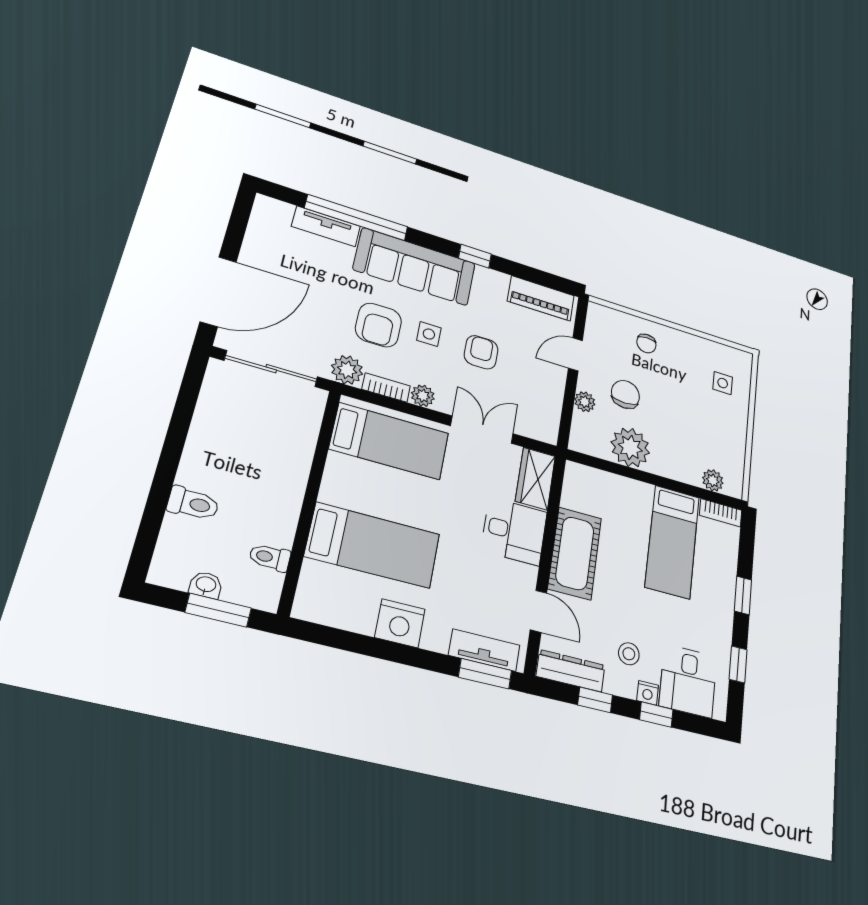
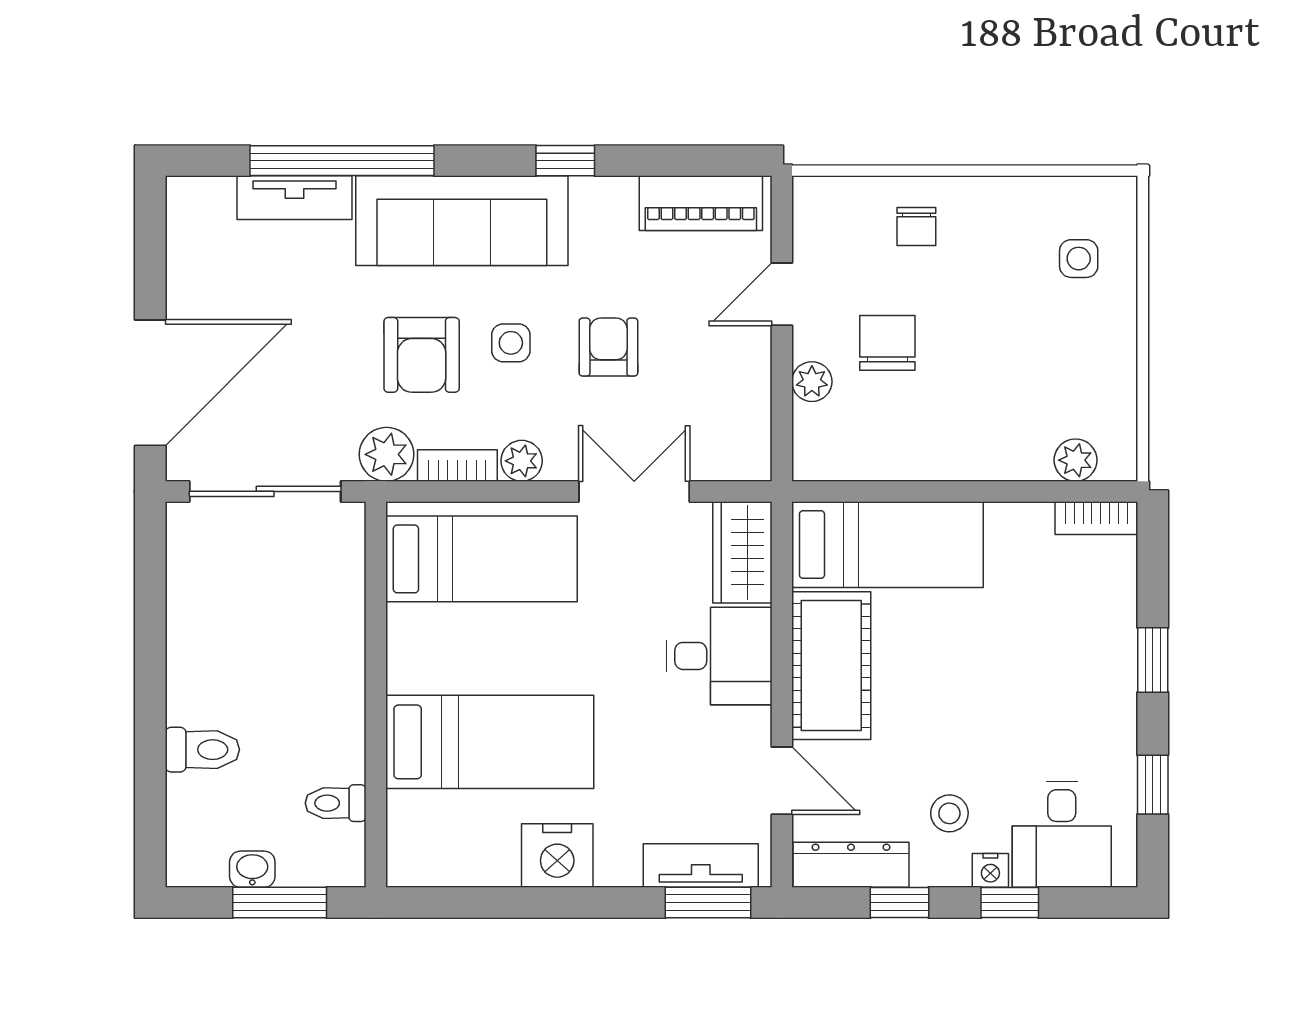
plant: (630, 447) -> (909, 443), removed
bed: (672, 542) -> (887, 545), moved, turned -90

